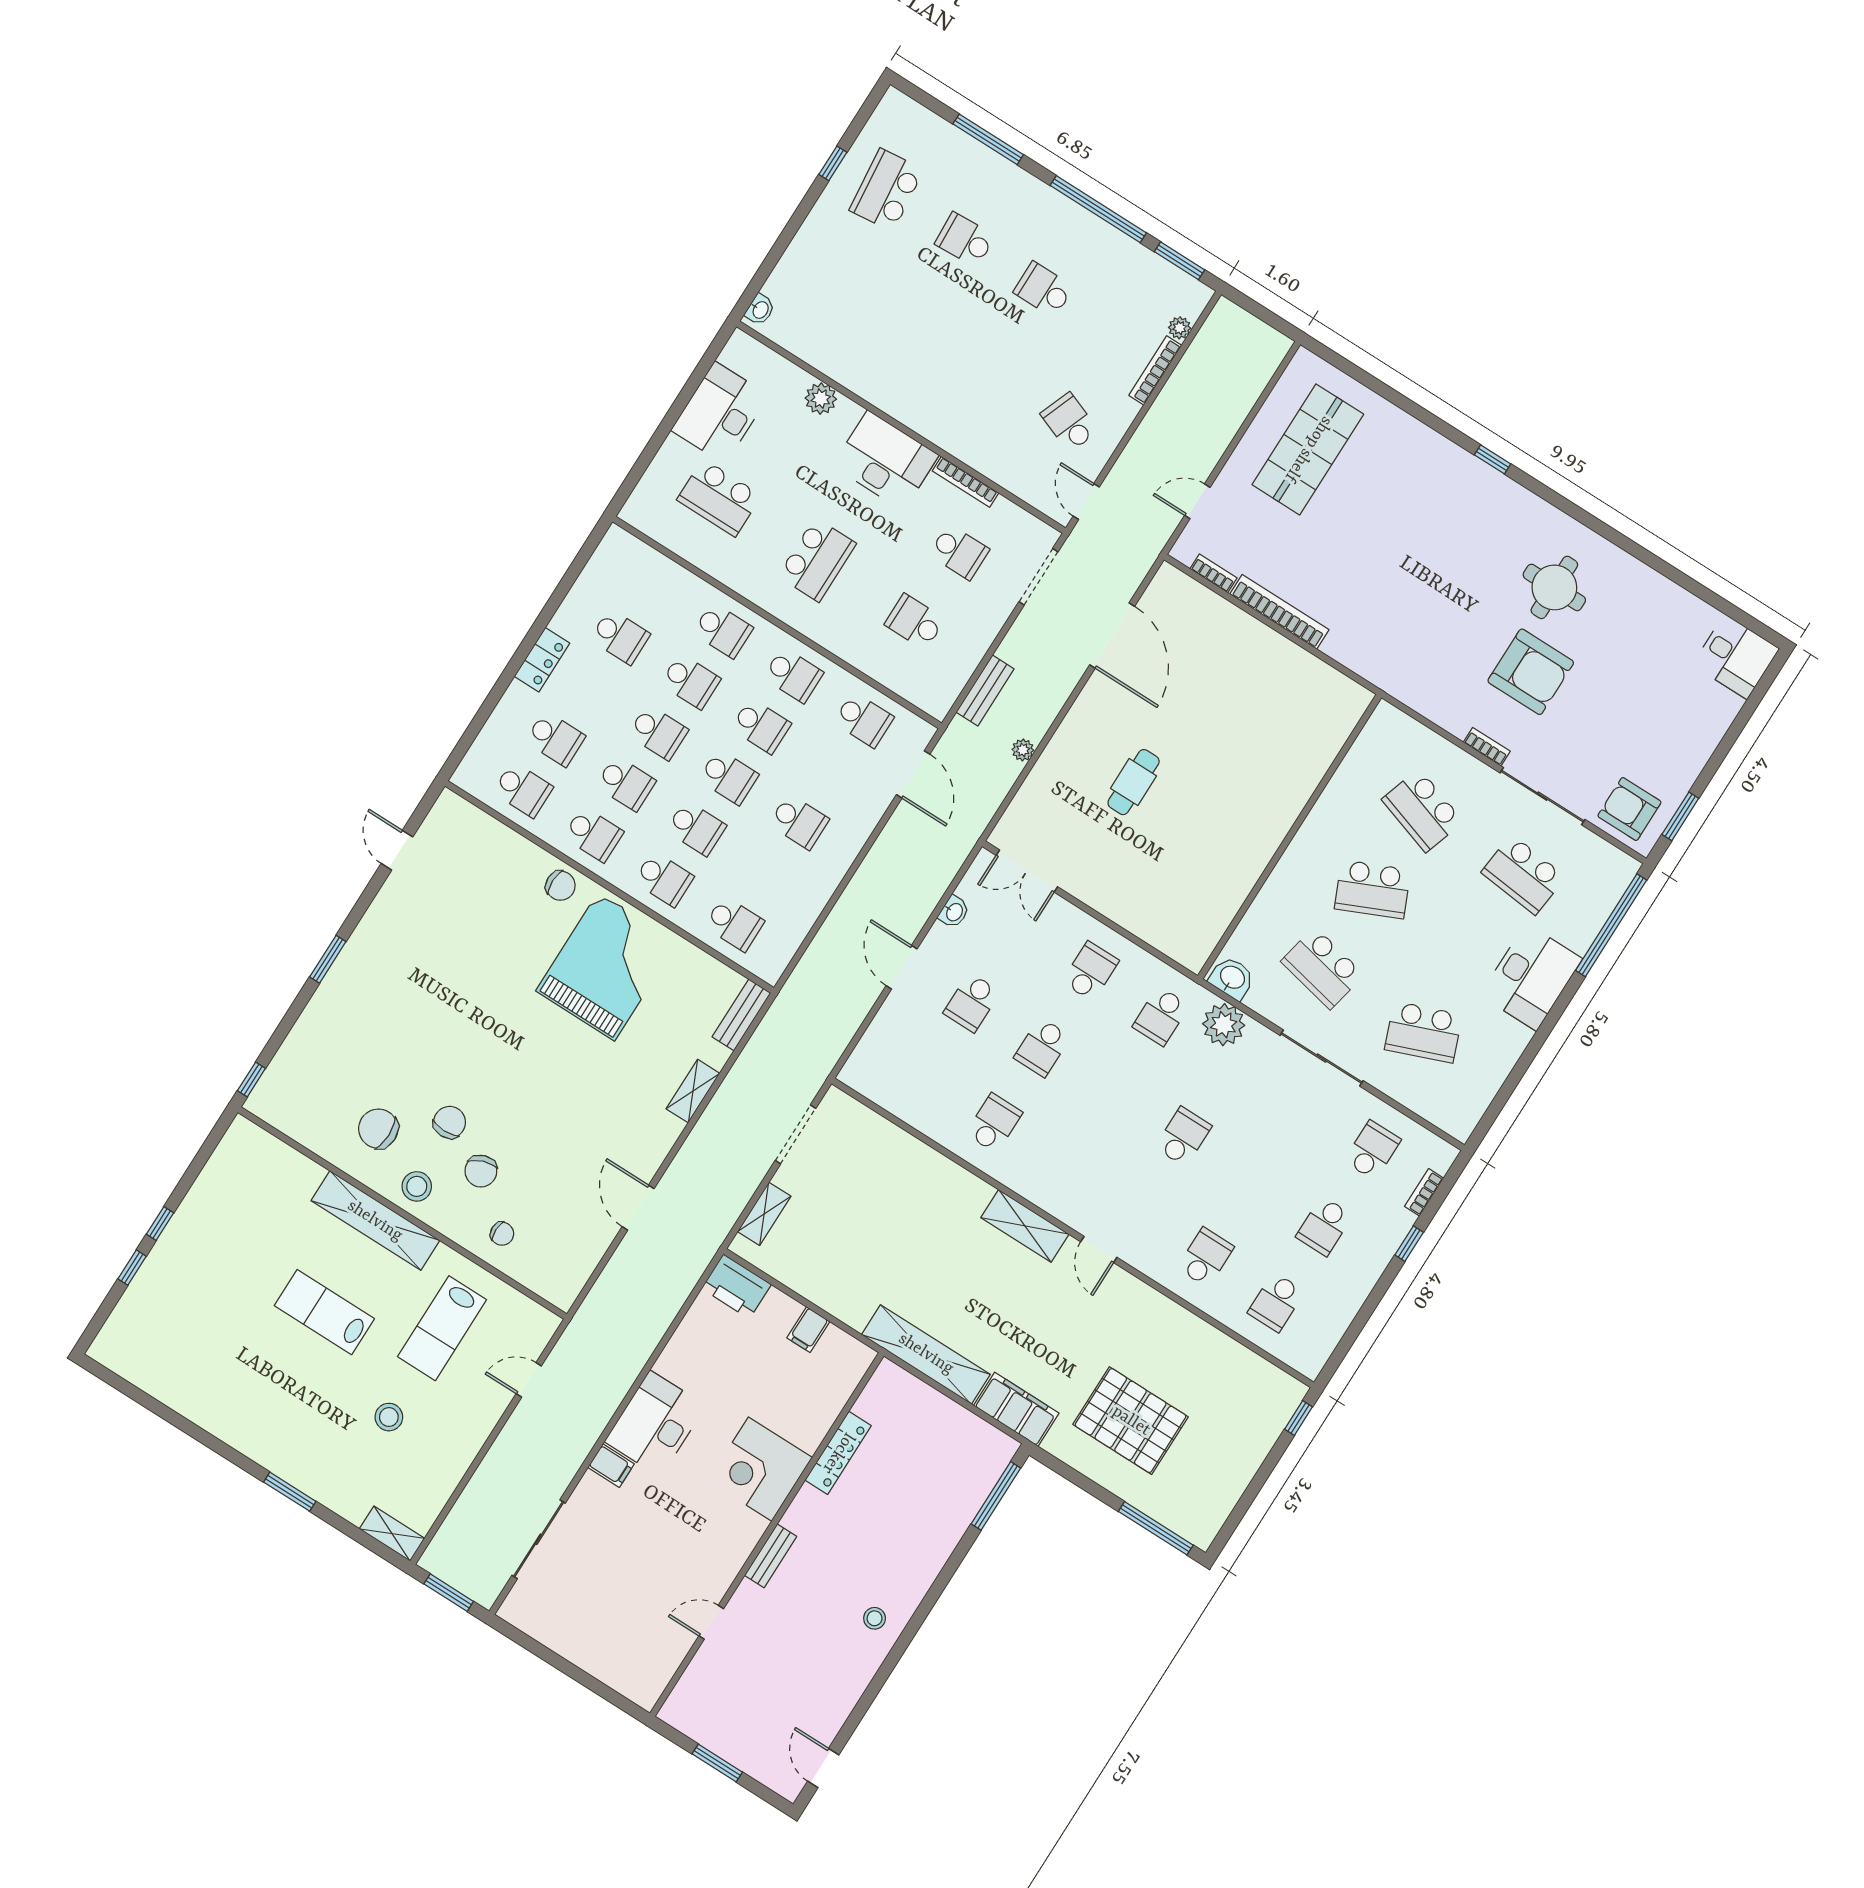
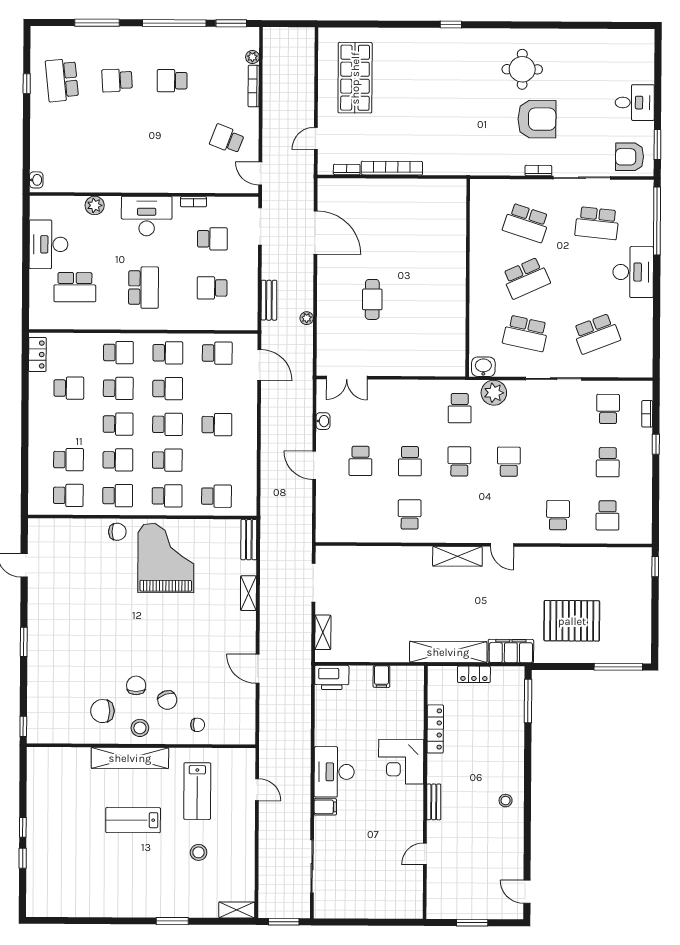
bookcase: (965, 482) -> (193, 202), width x0.64
desk: (1736, 657) -> (635, 103), moved
locker: (542, 660) -> (37, 354), moved
school desk: (1090, 971) -> (459, 461), moved
door: (529, 1380) -> (257, 790), swing flipped
locker: (943, 1409) -> (474, 674), added

